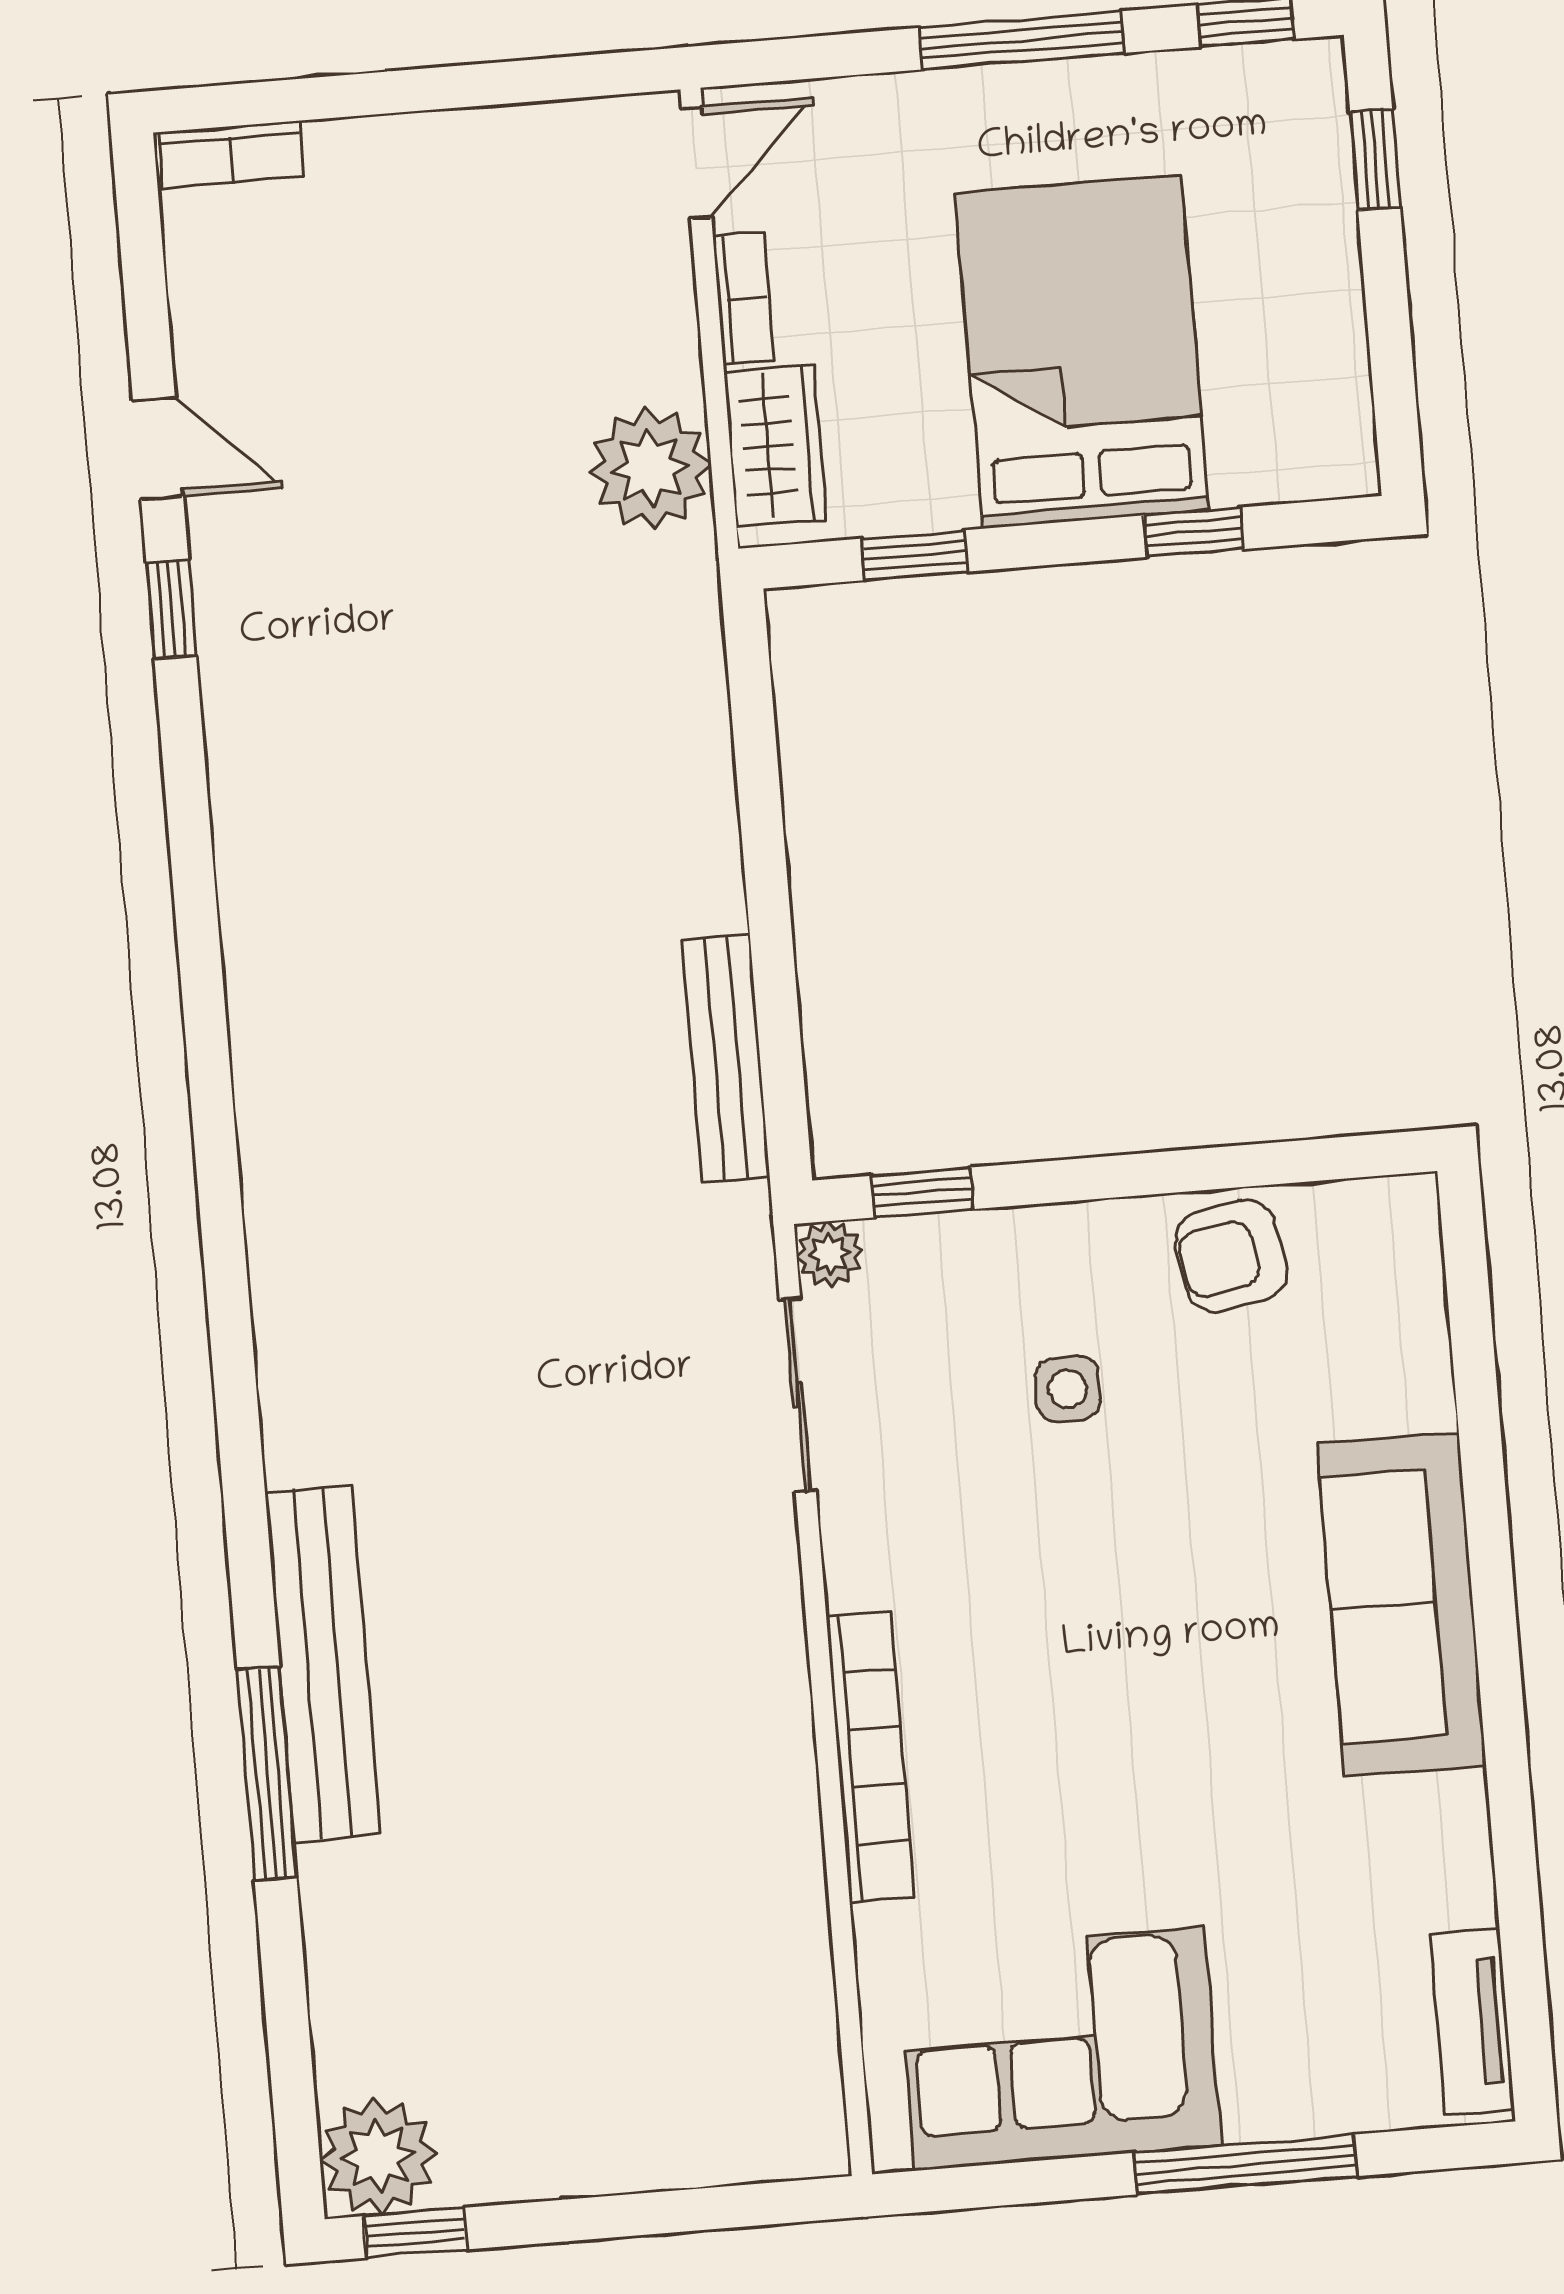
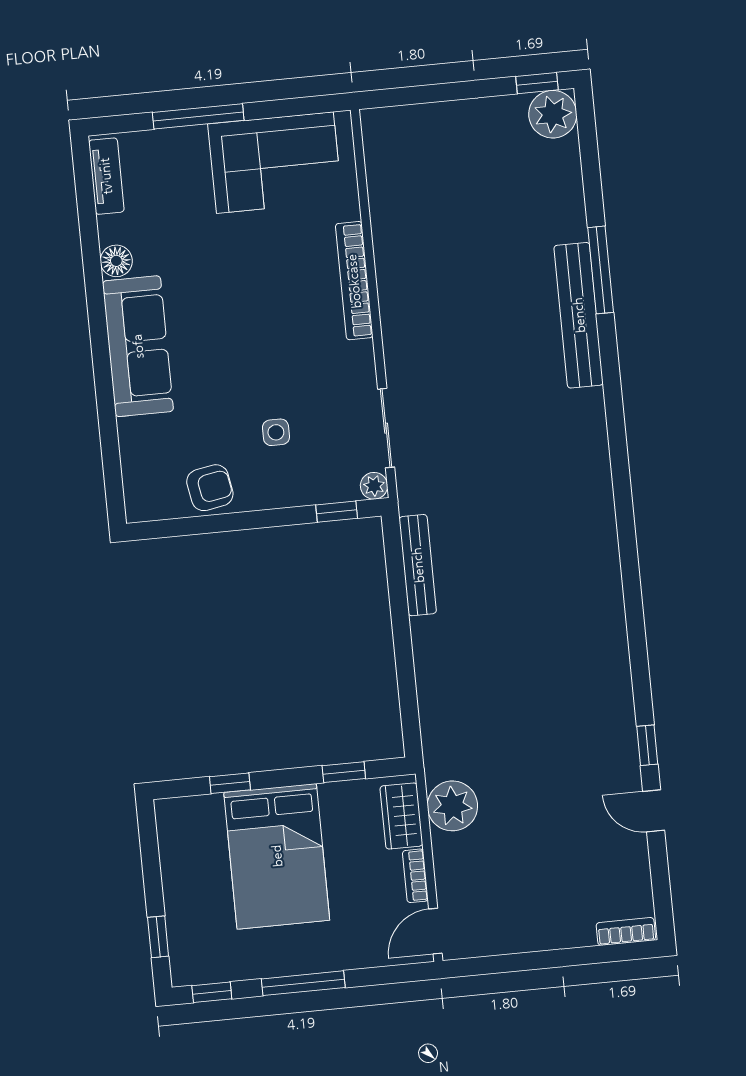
floor lamp: (1451, 1814) -> (116, 261), added

